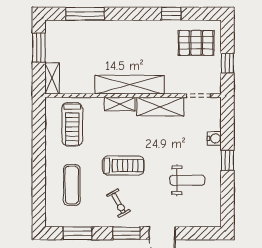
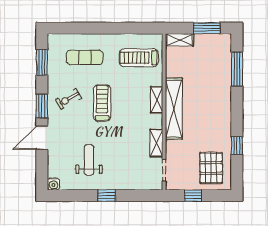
shelving: (160, 107) -> (156, 143), width x0.67, depth x0.75
water cooler: (214, 138) -> (54, 184), moved
treadmill: (123, 165) -> (102, 103), turned 180
weight bench: (187, 180) -> (89, 160), turned 180

